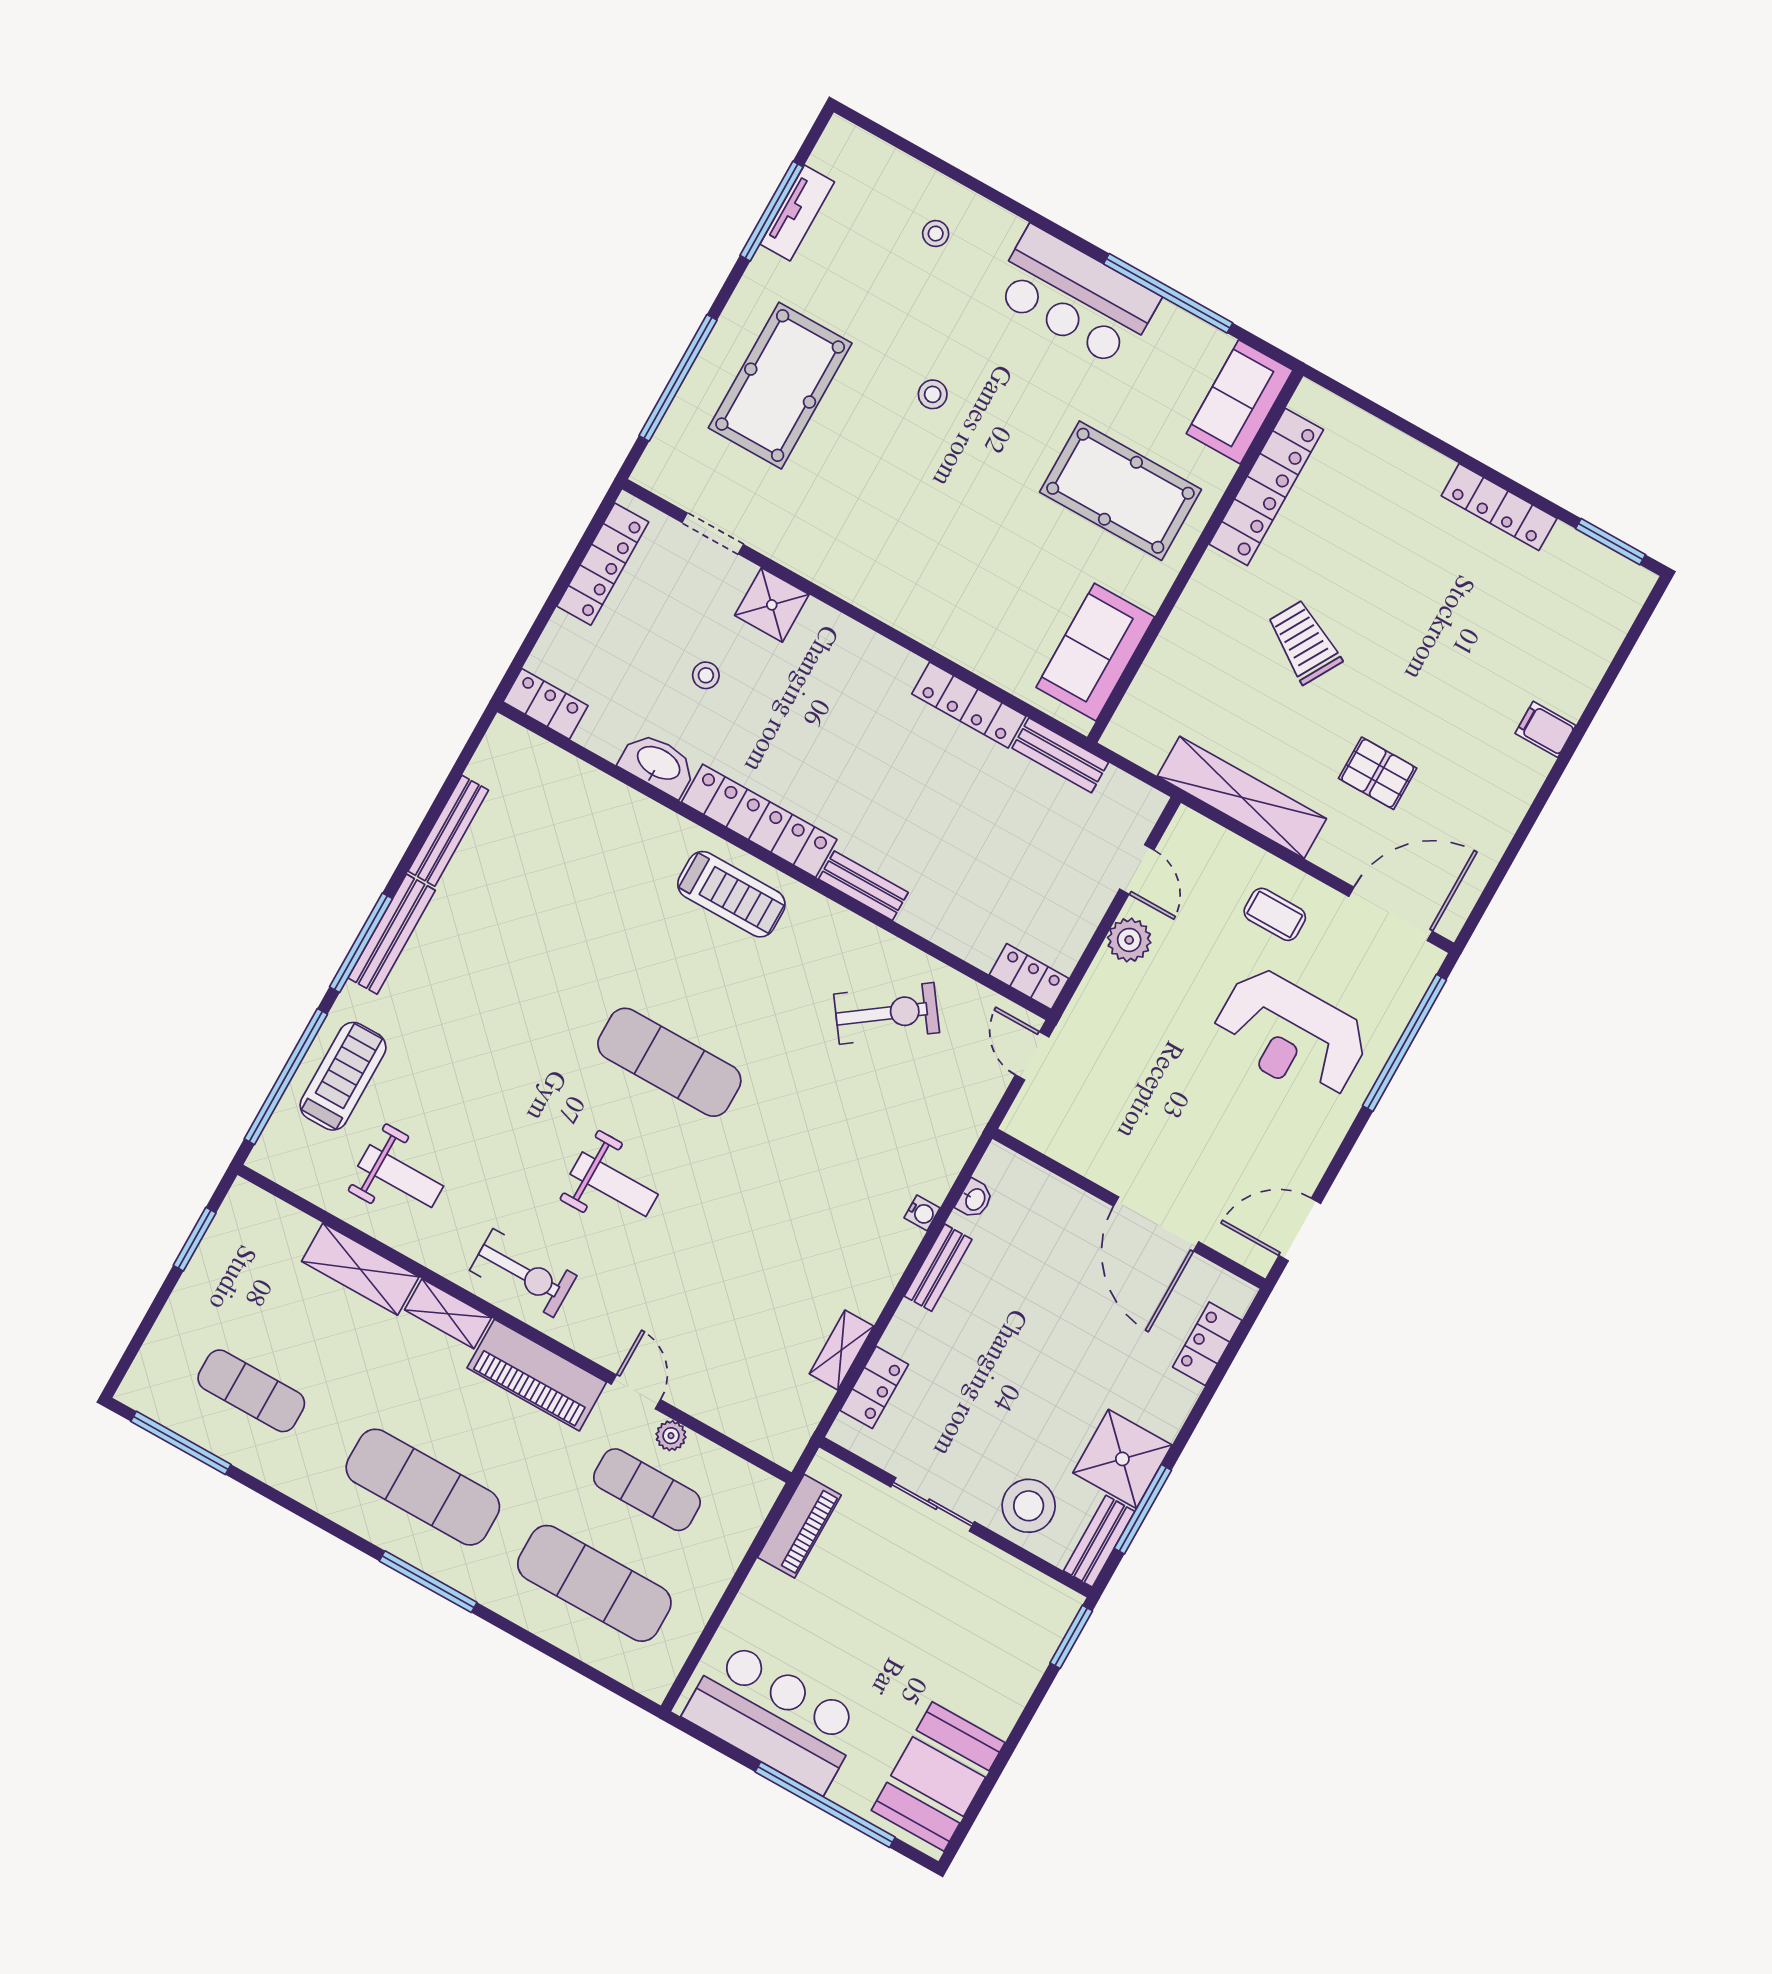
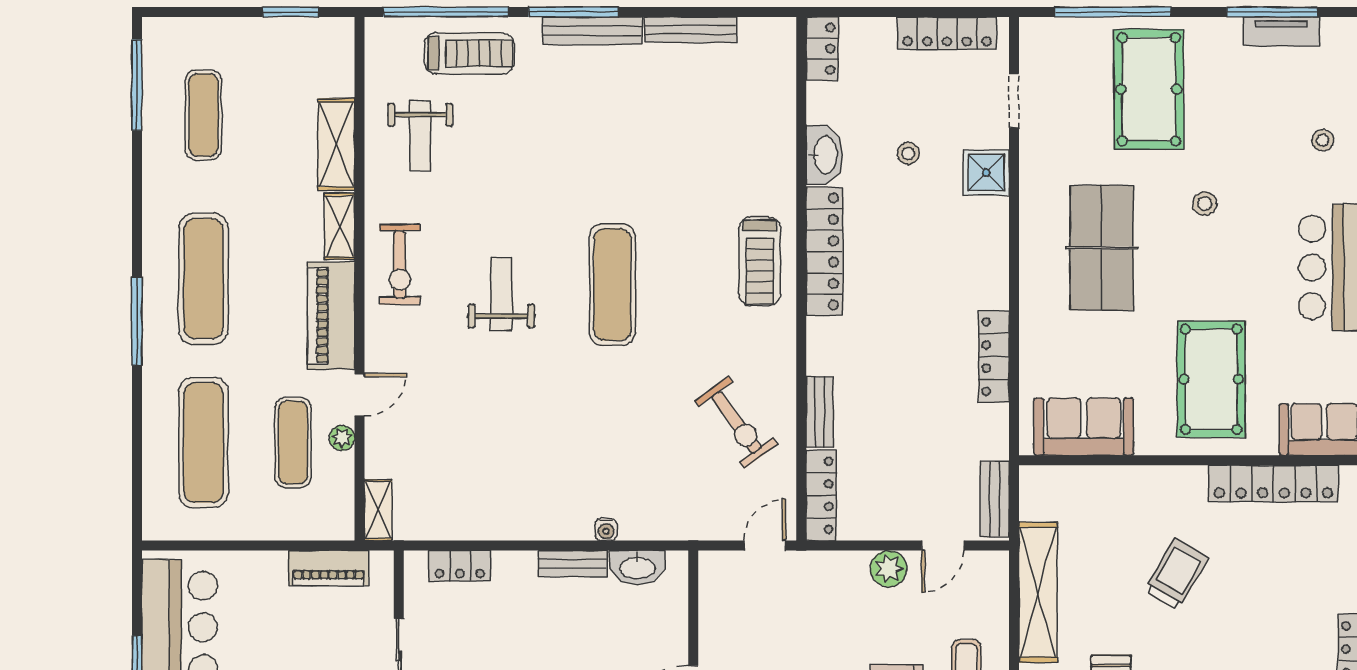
pool table: (780, 386) -> (1149, 89), turned 90
table tennis table: (918, 528) -> (1102, 248), added
bench: (1060, 755) -> (995, 499), moved
bench: (863, 886) -> (820, 412), moved
locker: (1029, 977) -> (821, 495), width x1.53
weight bench: (614, 1184) -> (501, 294), turned 180
washbasin: (975, 1199) -> (637, 567), width x1.91, depth x1.45
shelving: (841, 1350) -> (378, 510), moved, turned 90

